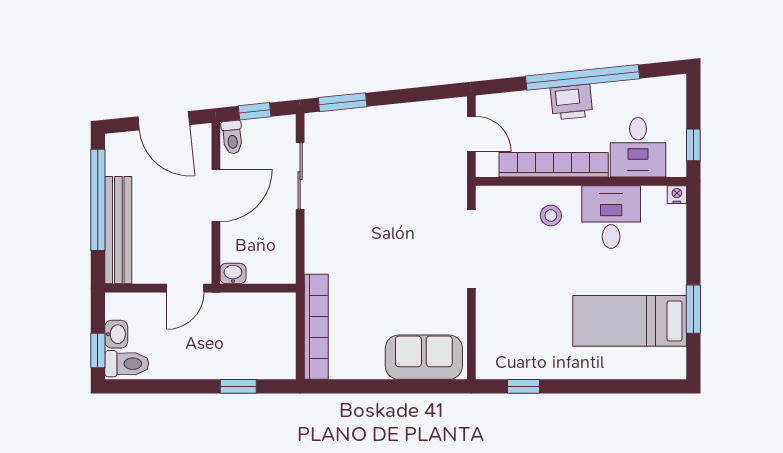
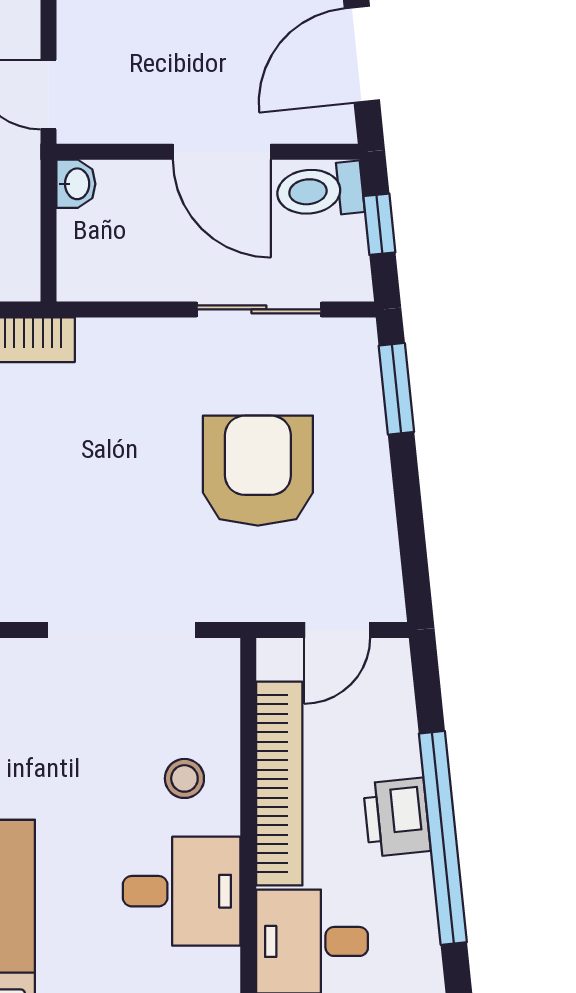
toilet: (232, 137) -> (320, 191), width x1.37, depth x1.39
armchair: (386, 176) -> (258, 471), added

